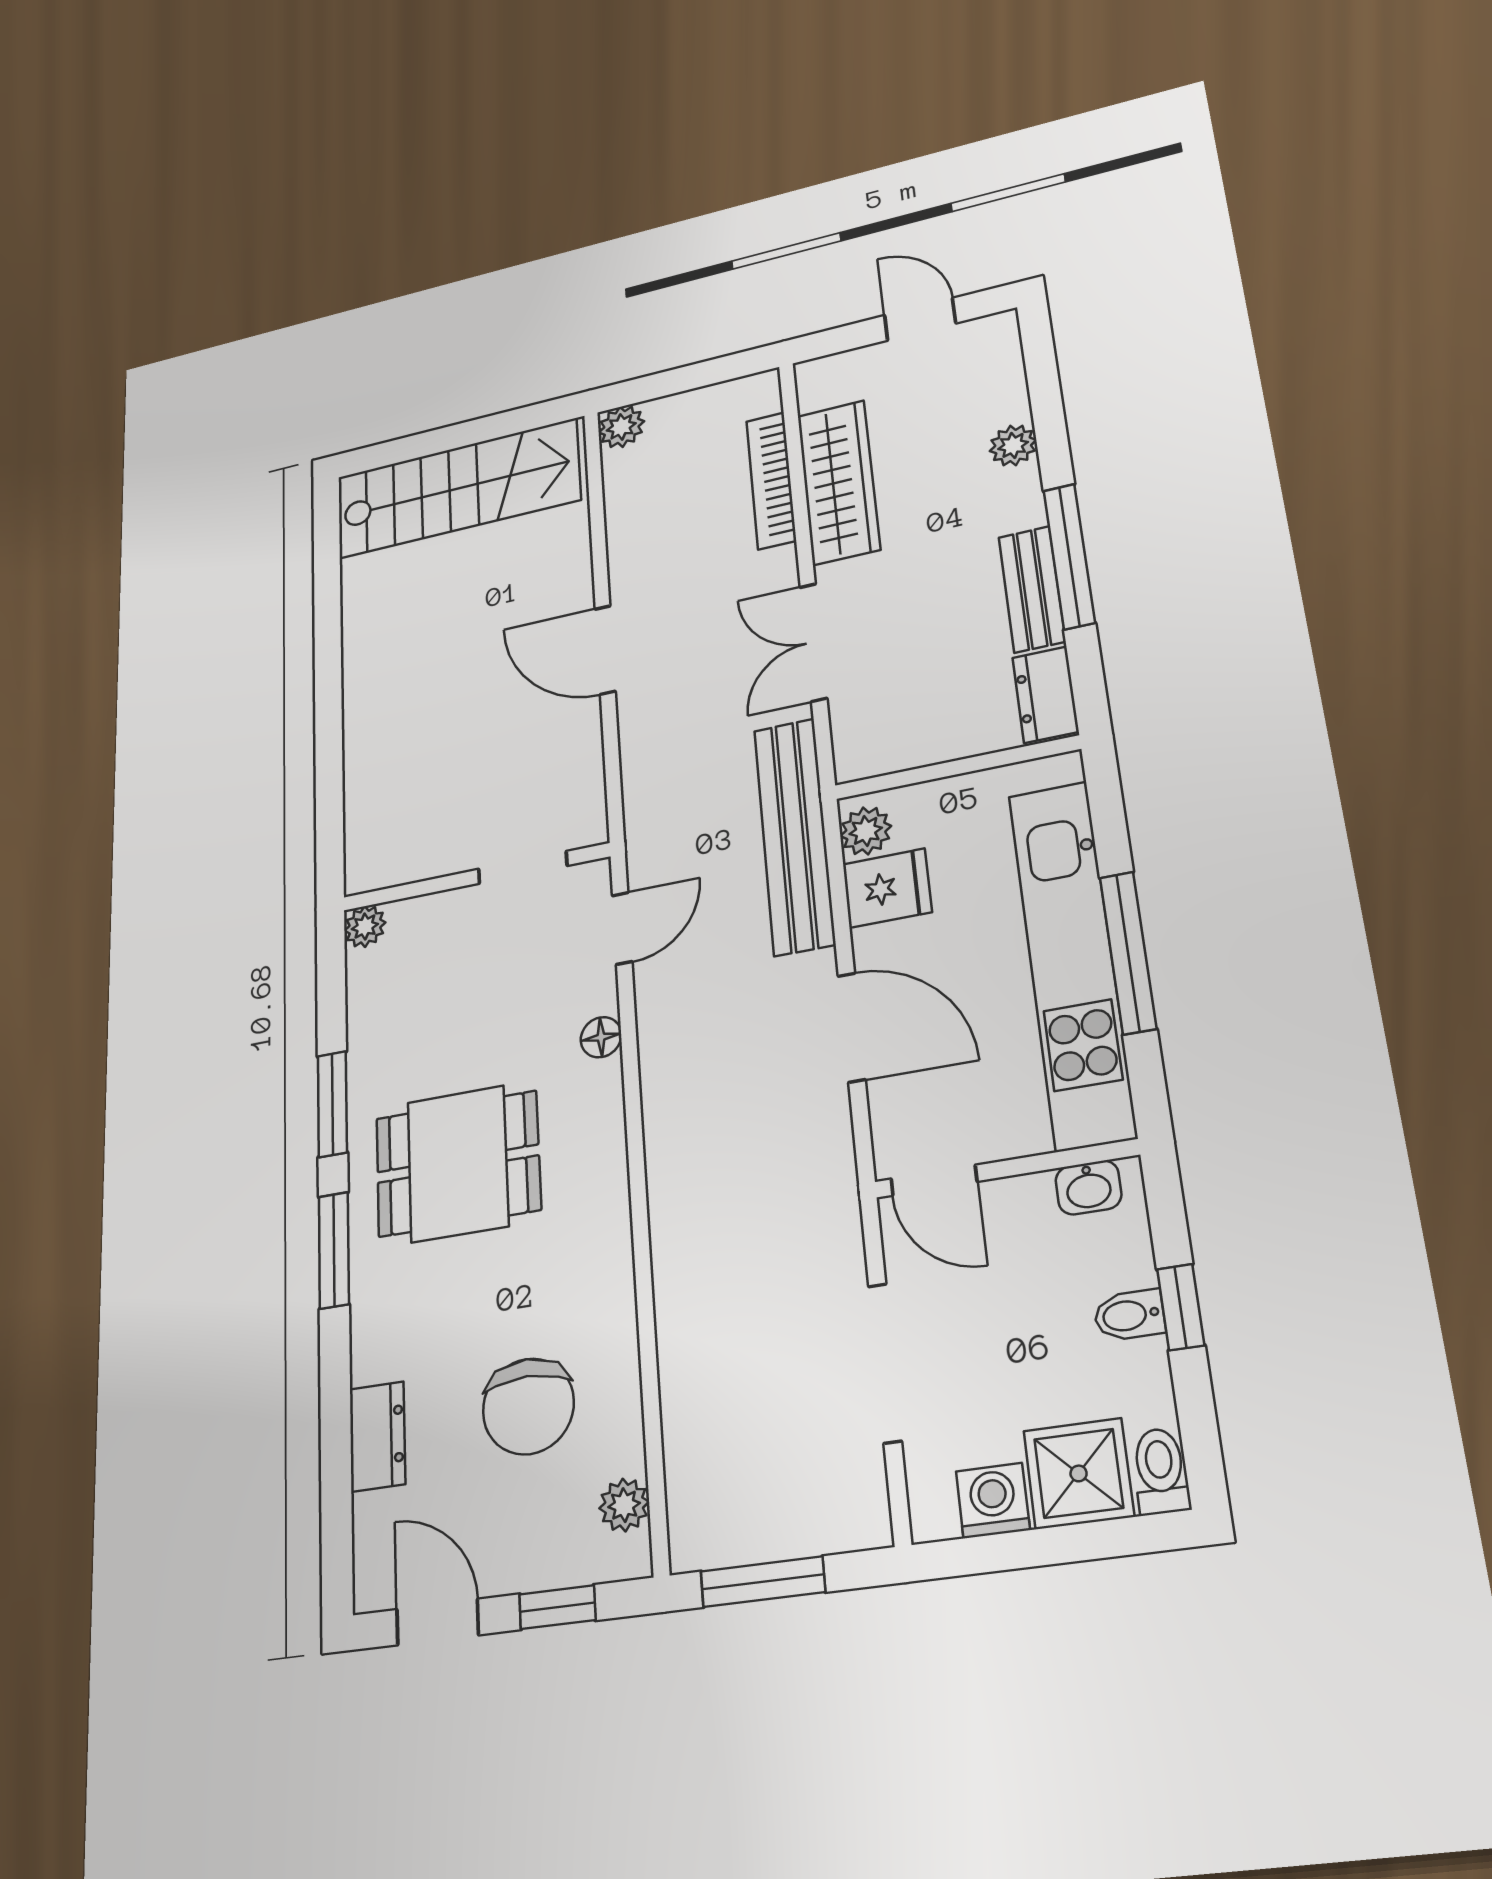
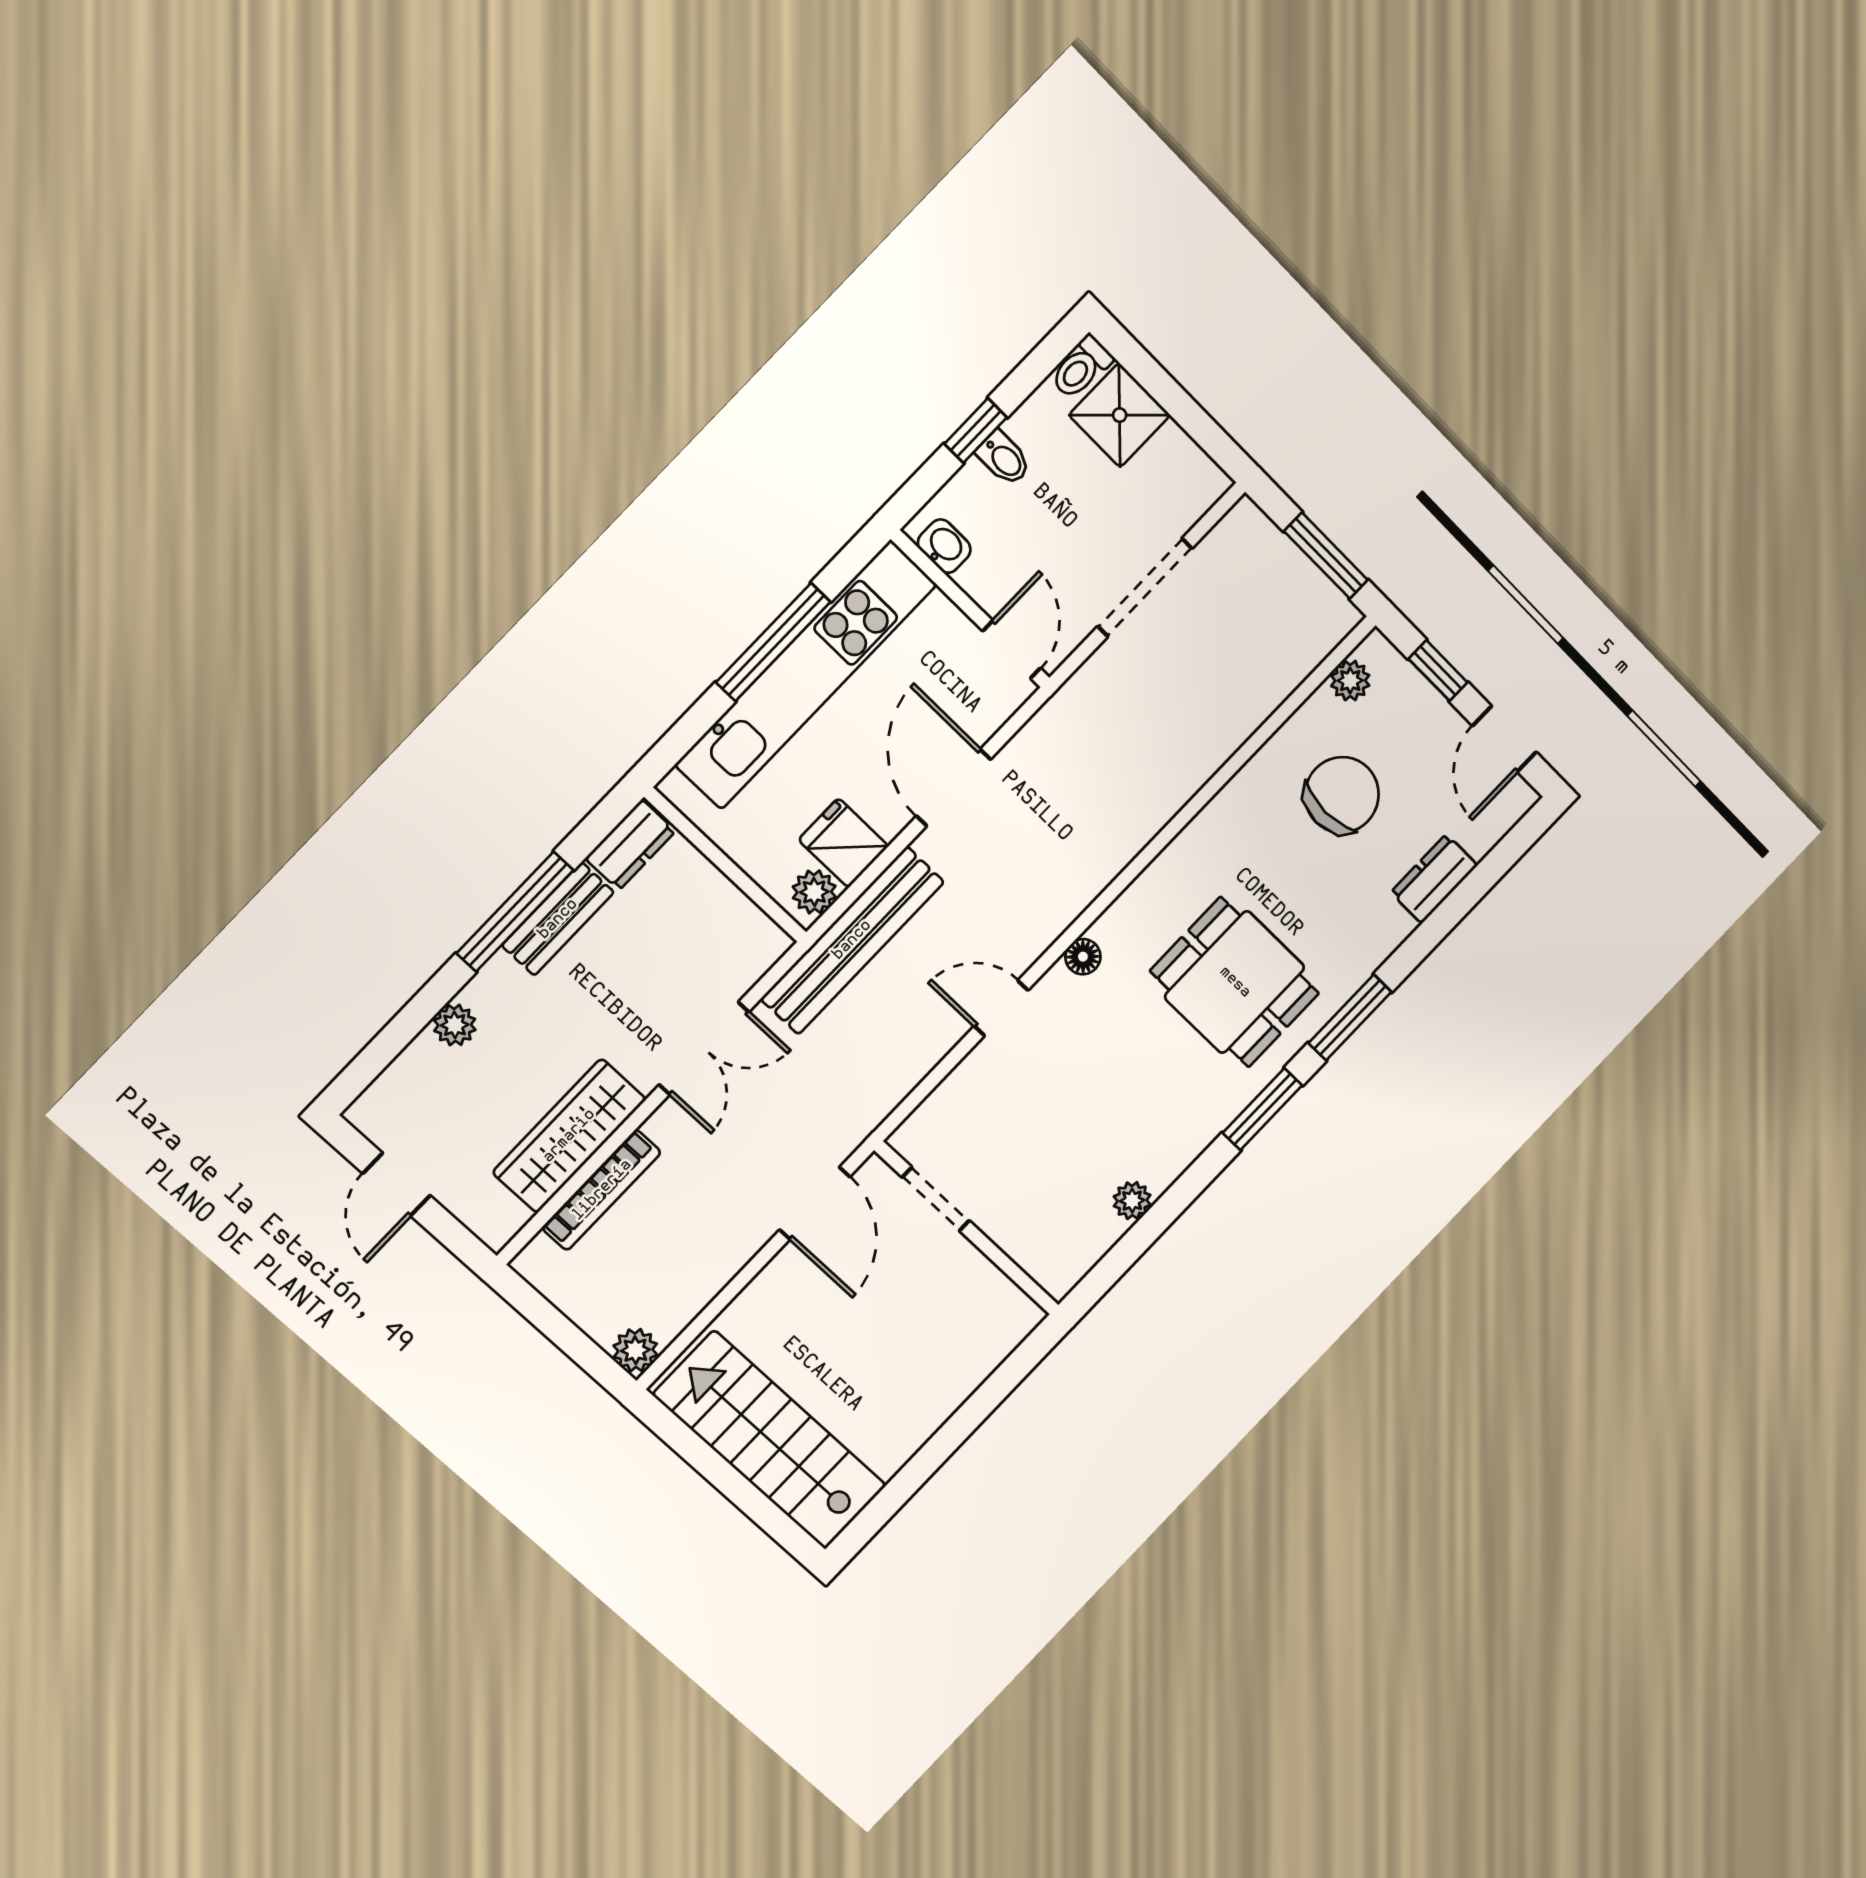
doorway: (523, 867) -> (936, 1199), moved
wall: (475, 877) -> (967, 1228), moved
washing machine: (993, 1500) -> (1174, 454), removed

